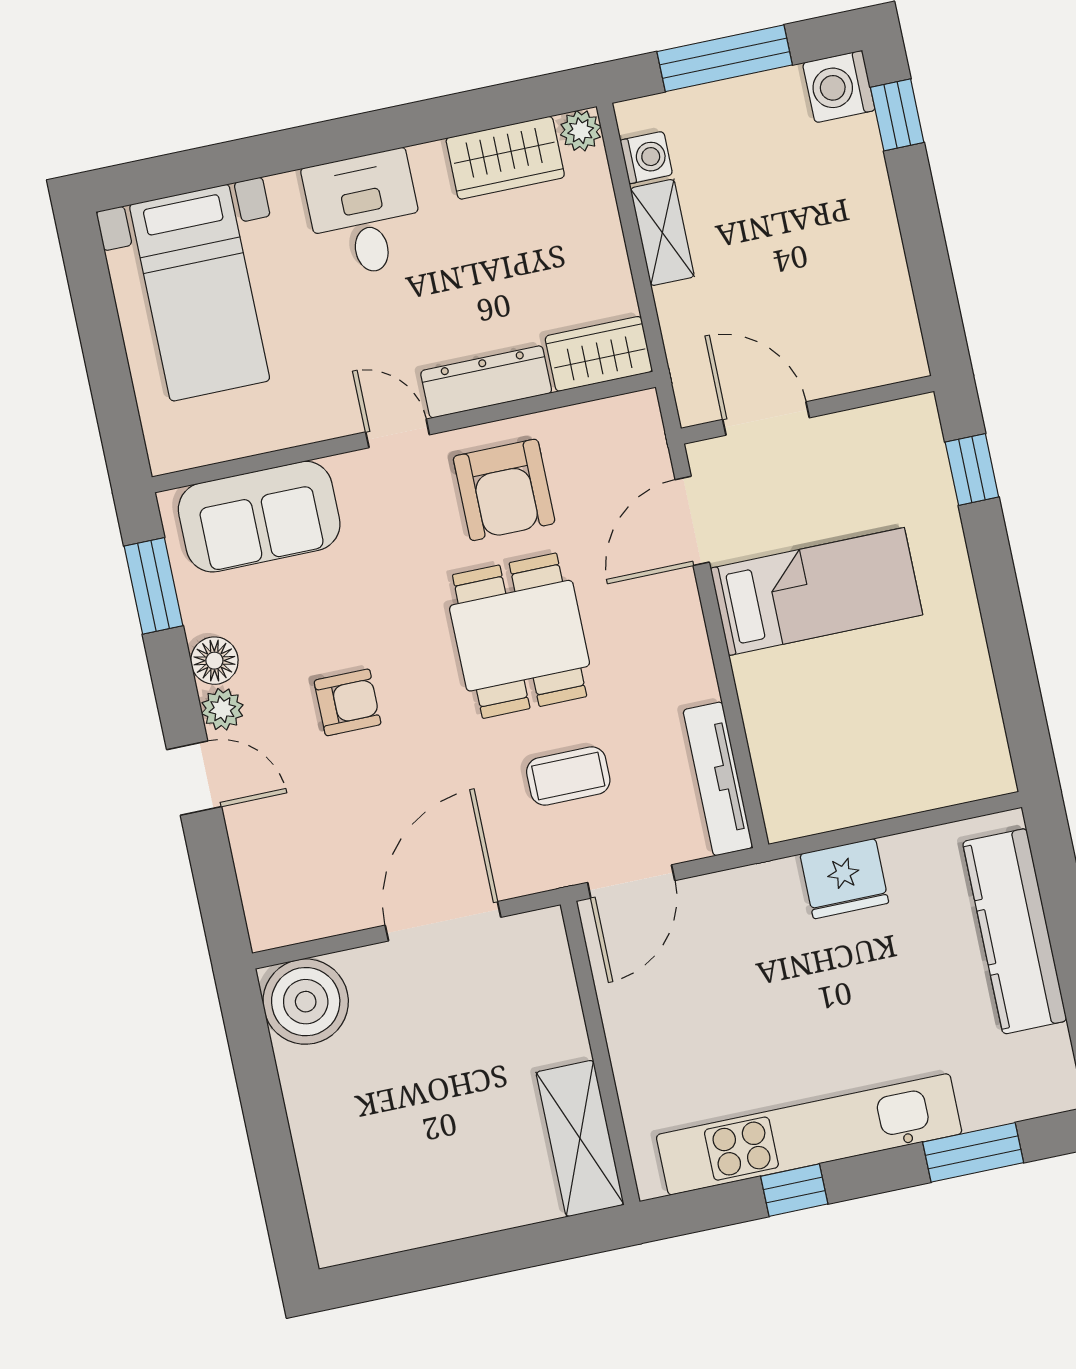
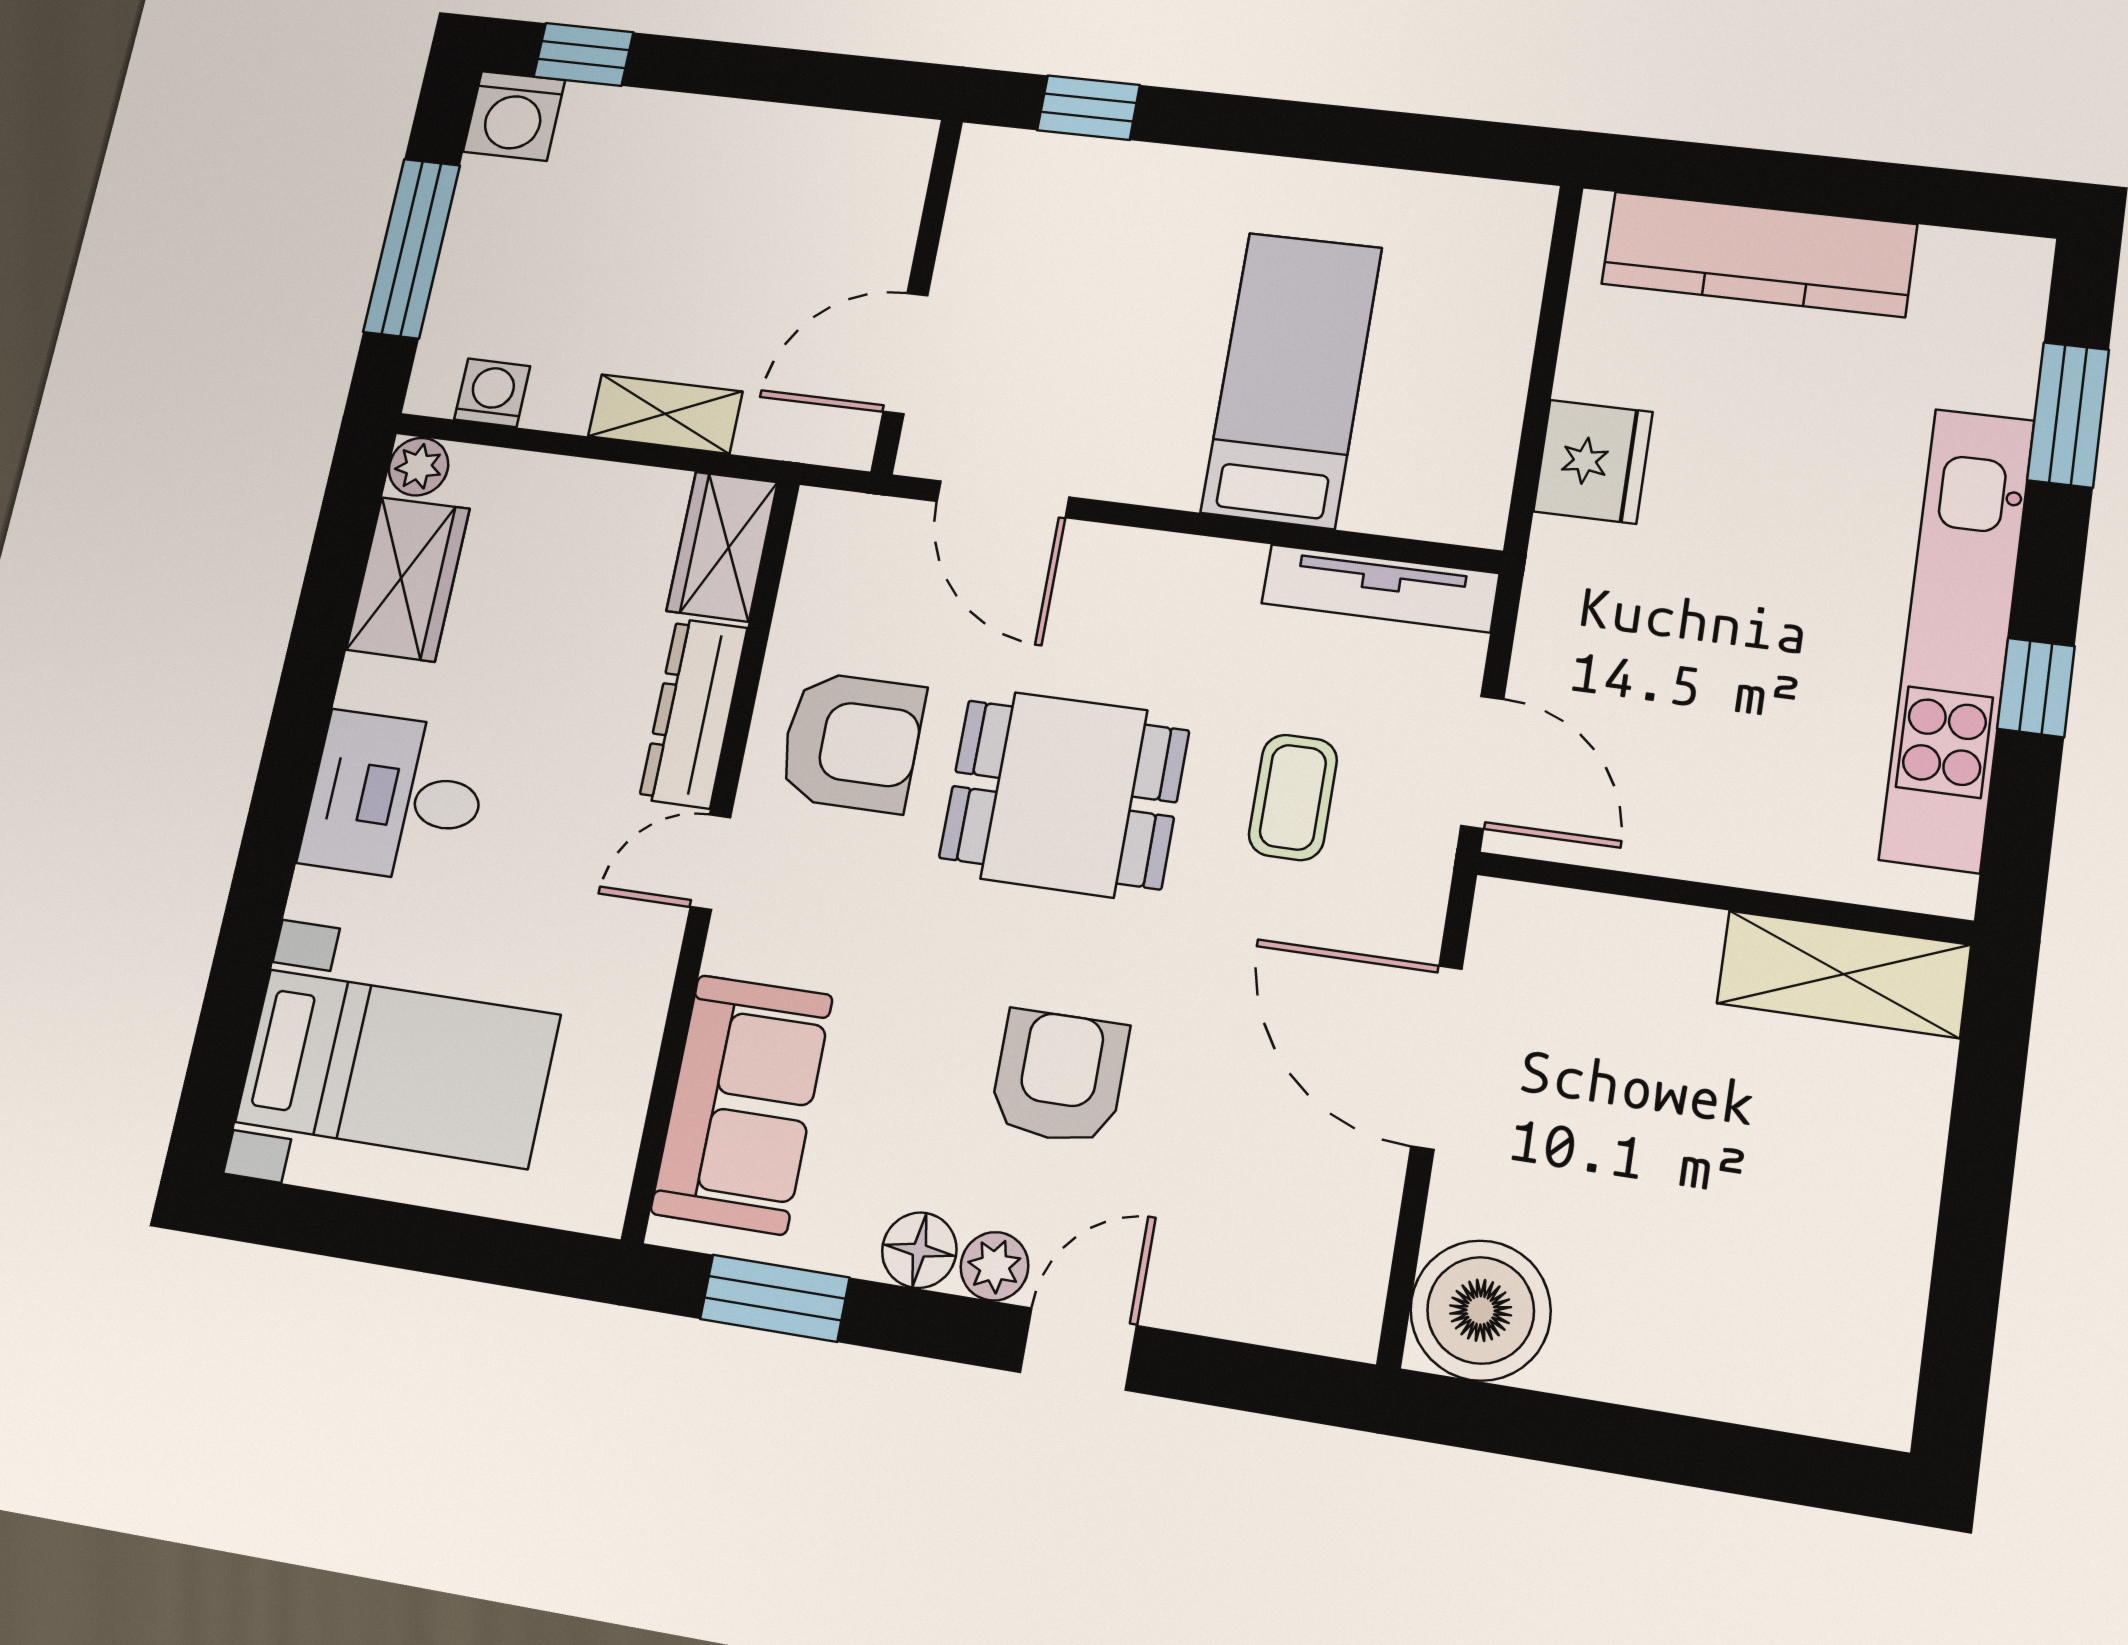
shelving: (662, 232) -> (665, 414), moved
bed: (816, 591) -> (1292, 379), moved
armchair: (348, 702) -> (1059, 1077), width x1.38, depth x1.38

